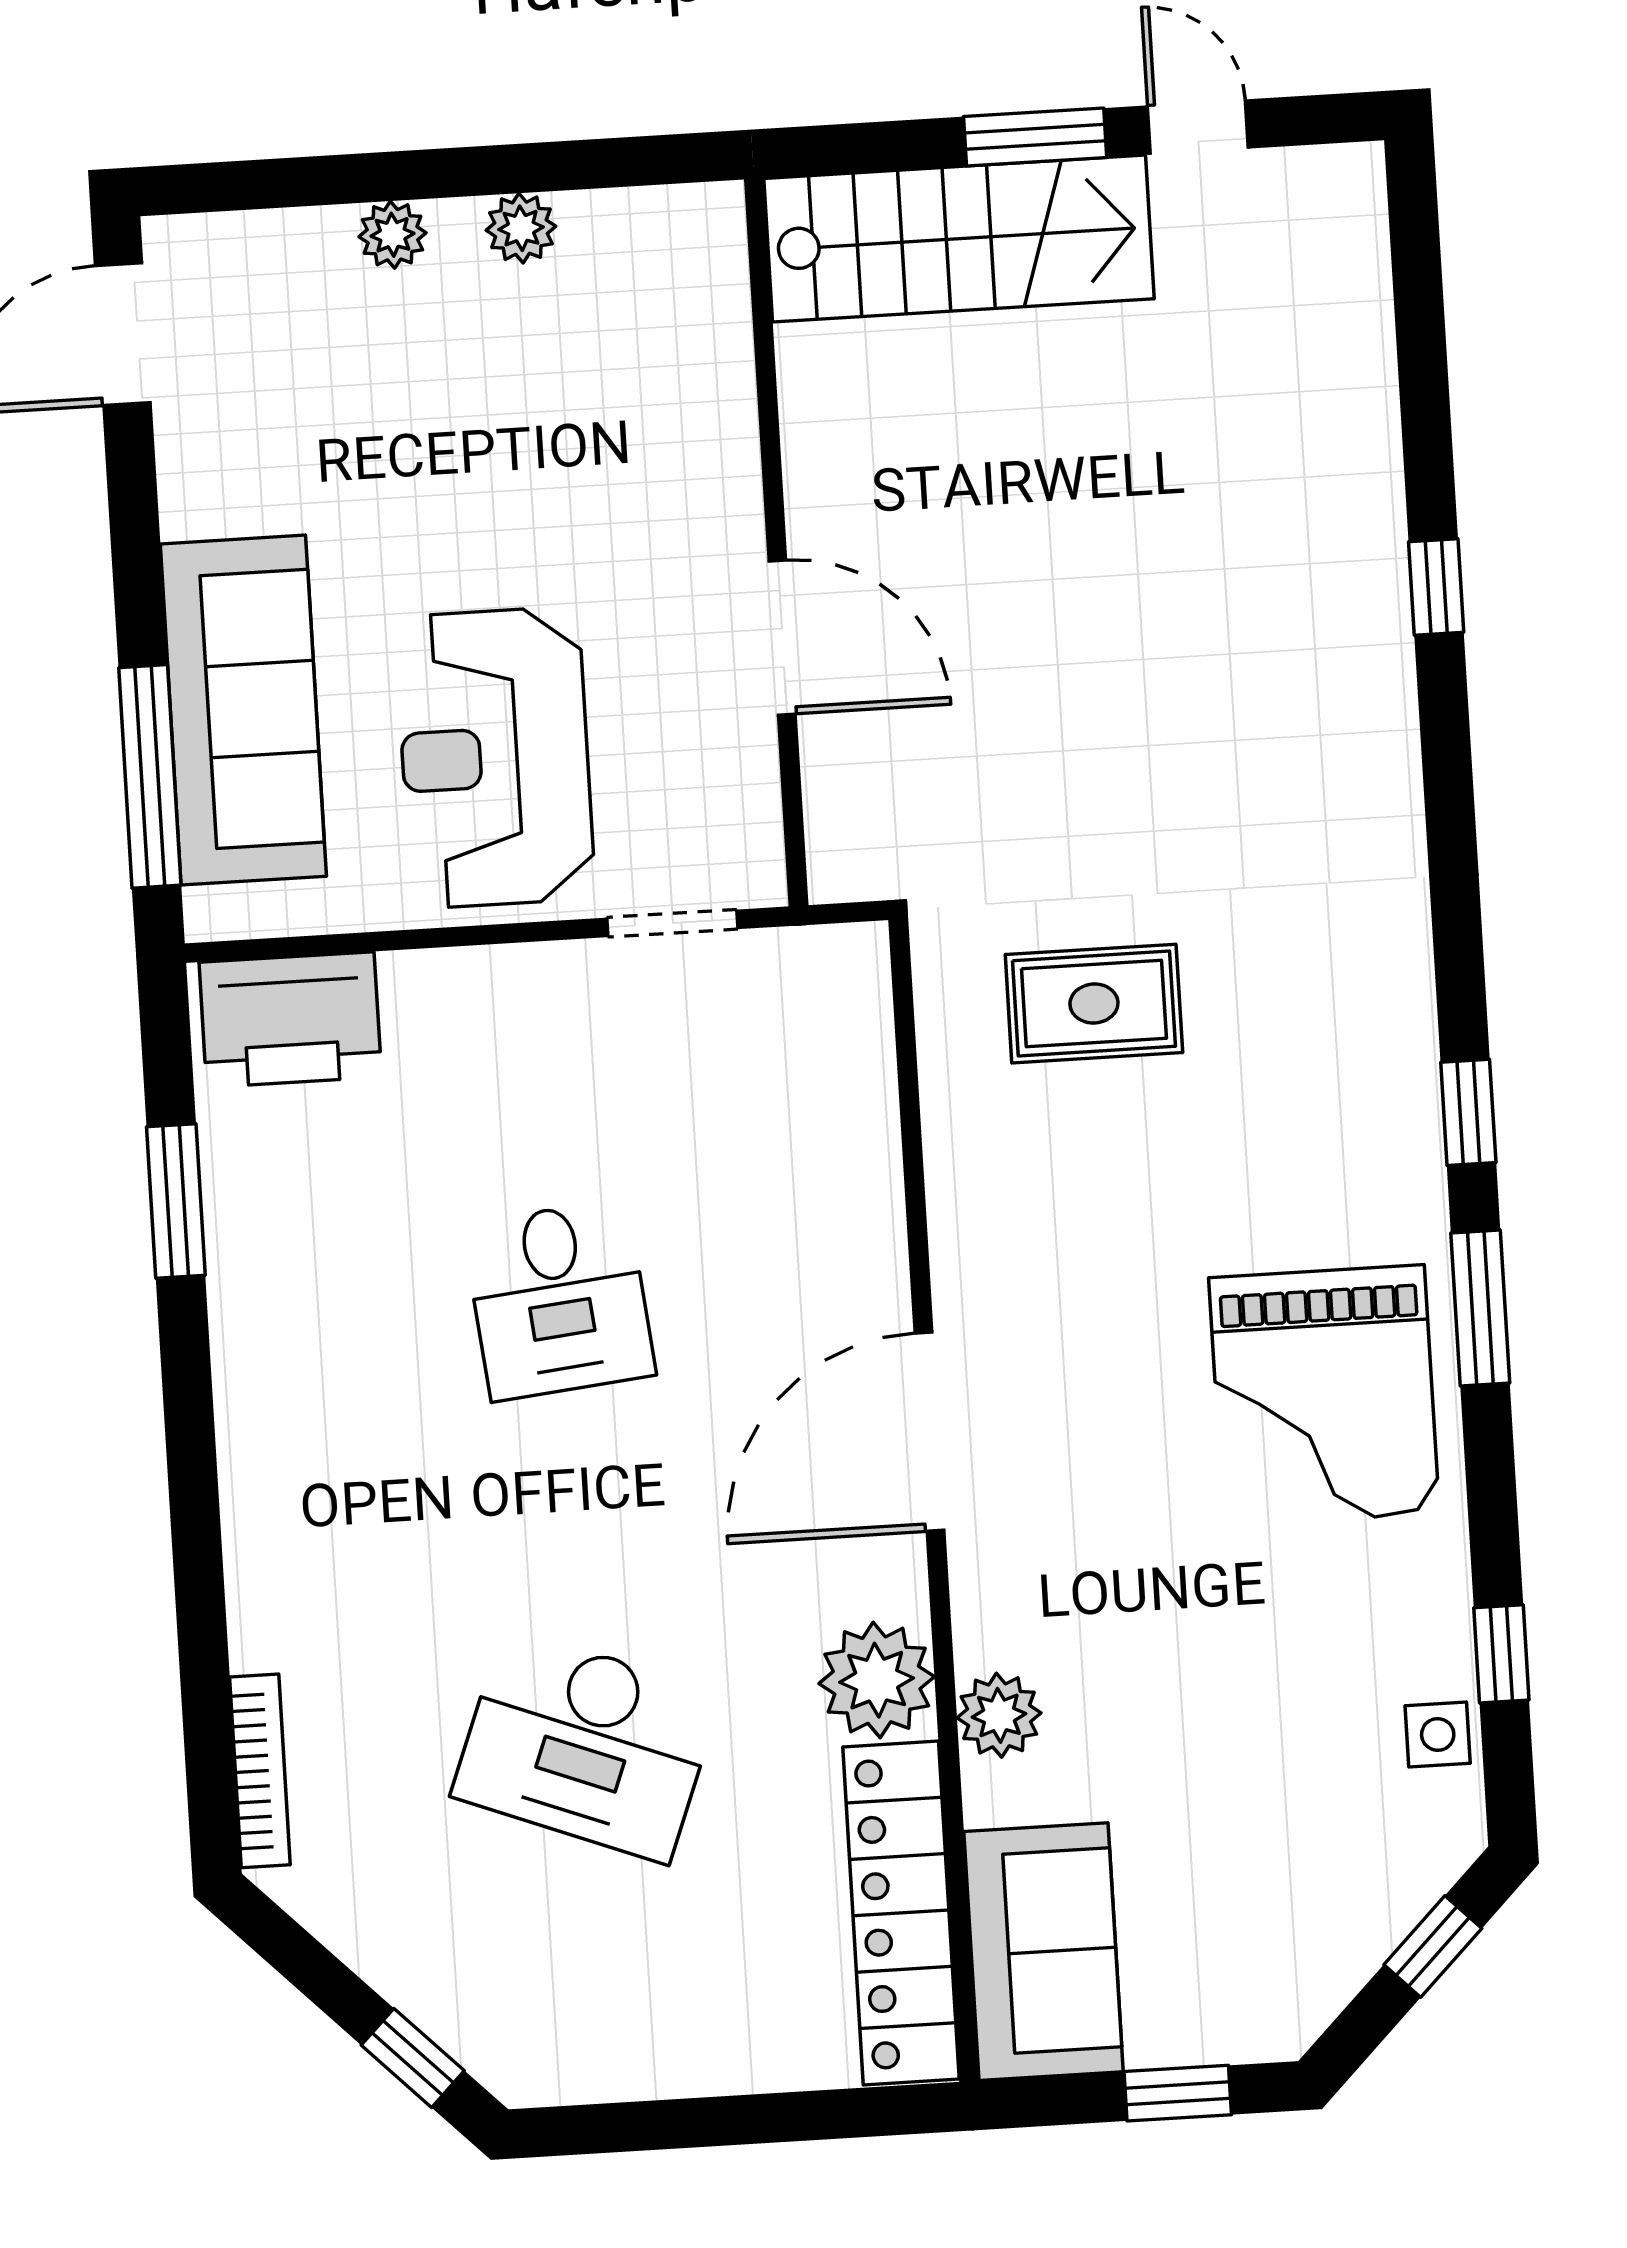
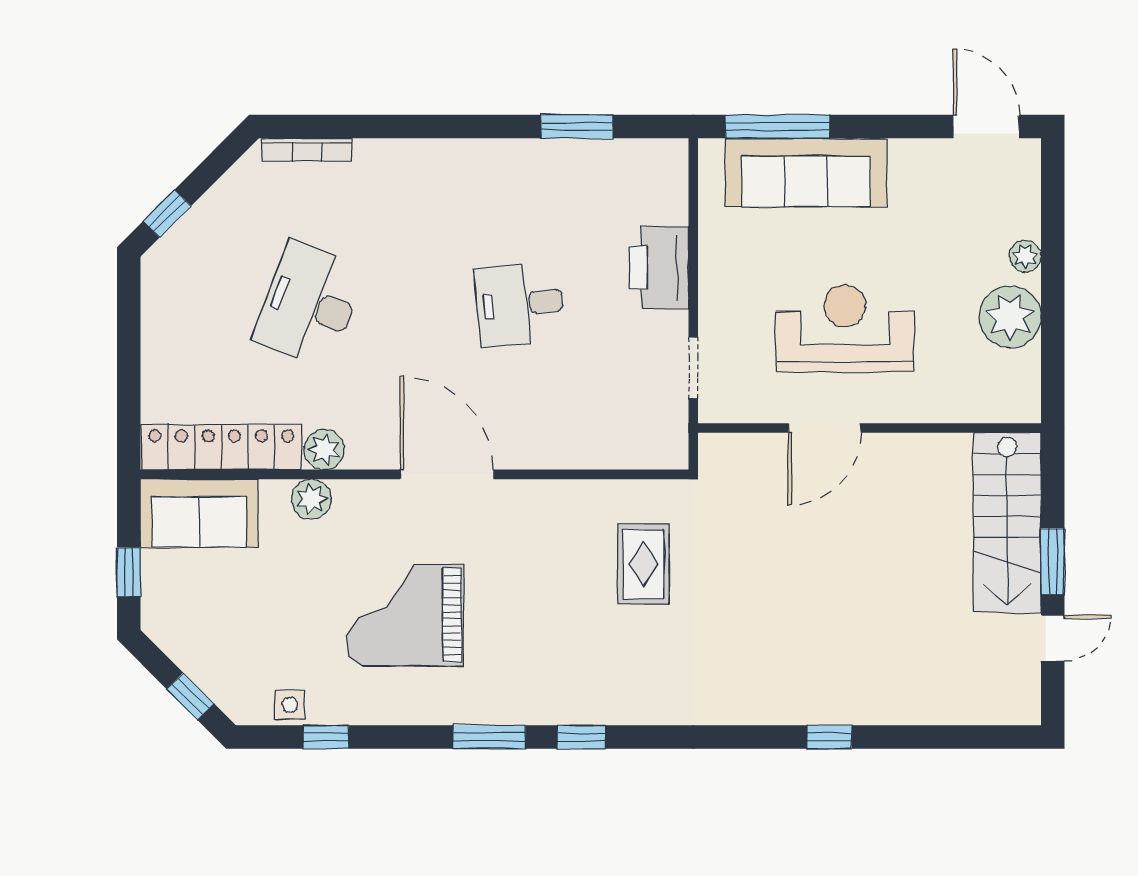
plant: (521, 228) -> (1010, 317), width x1.88, depth x1.88
reception desk: (495, 758) -> (845, 329), moved
printer: (290, 1020) -> (659, 268), moved
grand piano: (1324, 1395) -> (405, 615), moved
plant: (877, 1680) -> (324, 450), width x0.73, depth x0.73

